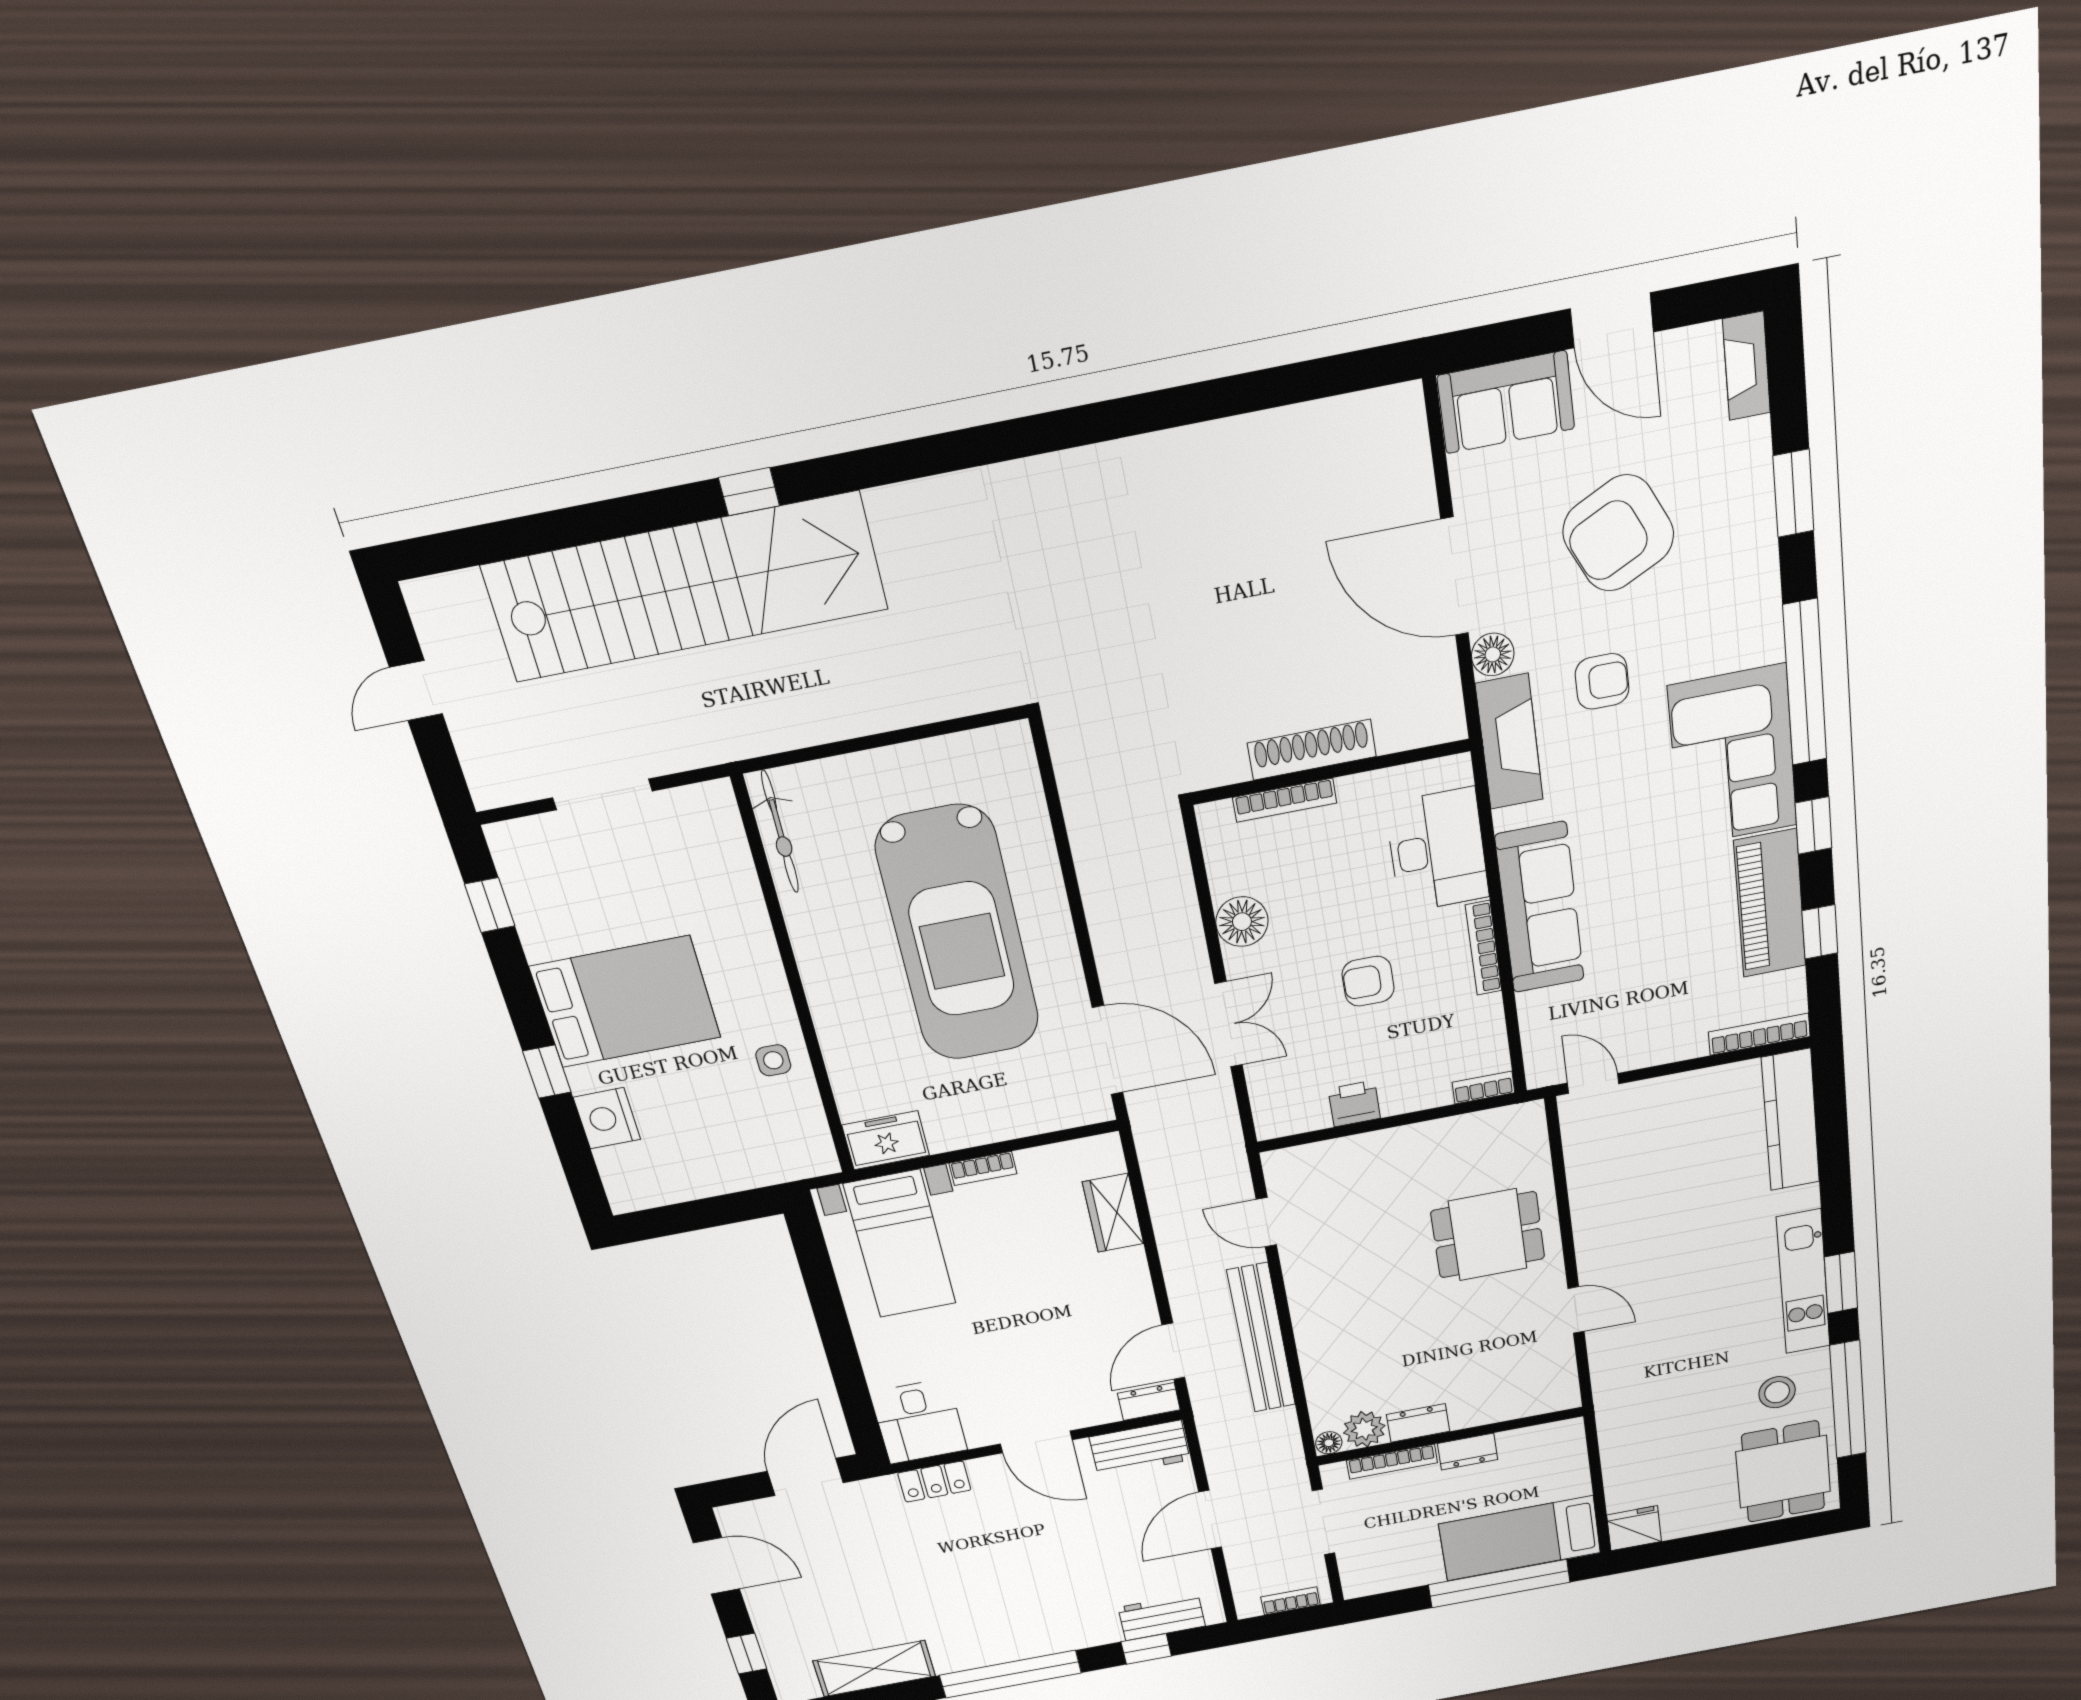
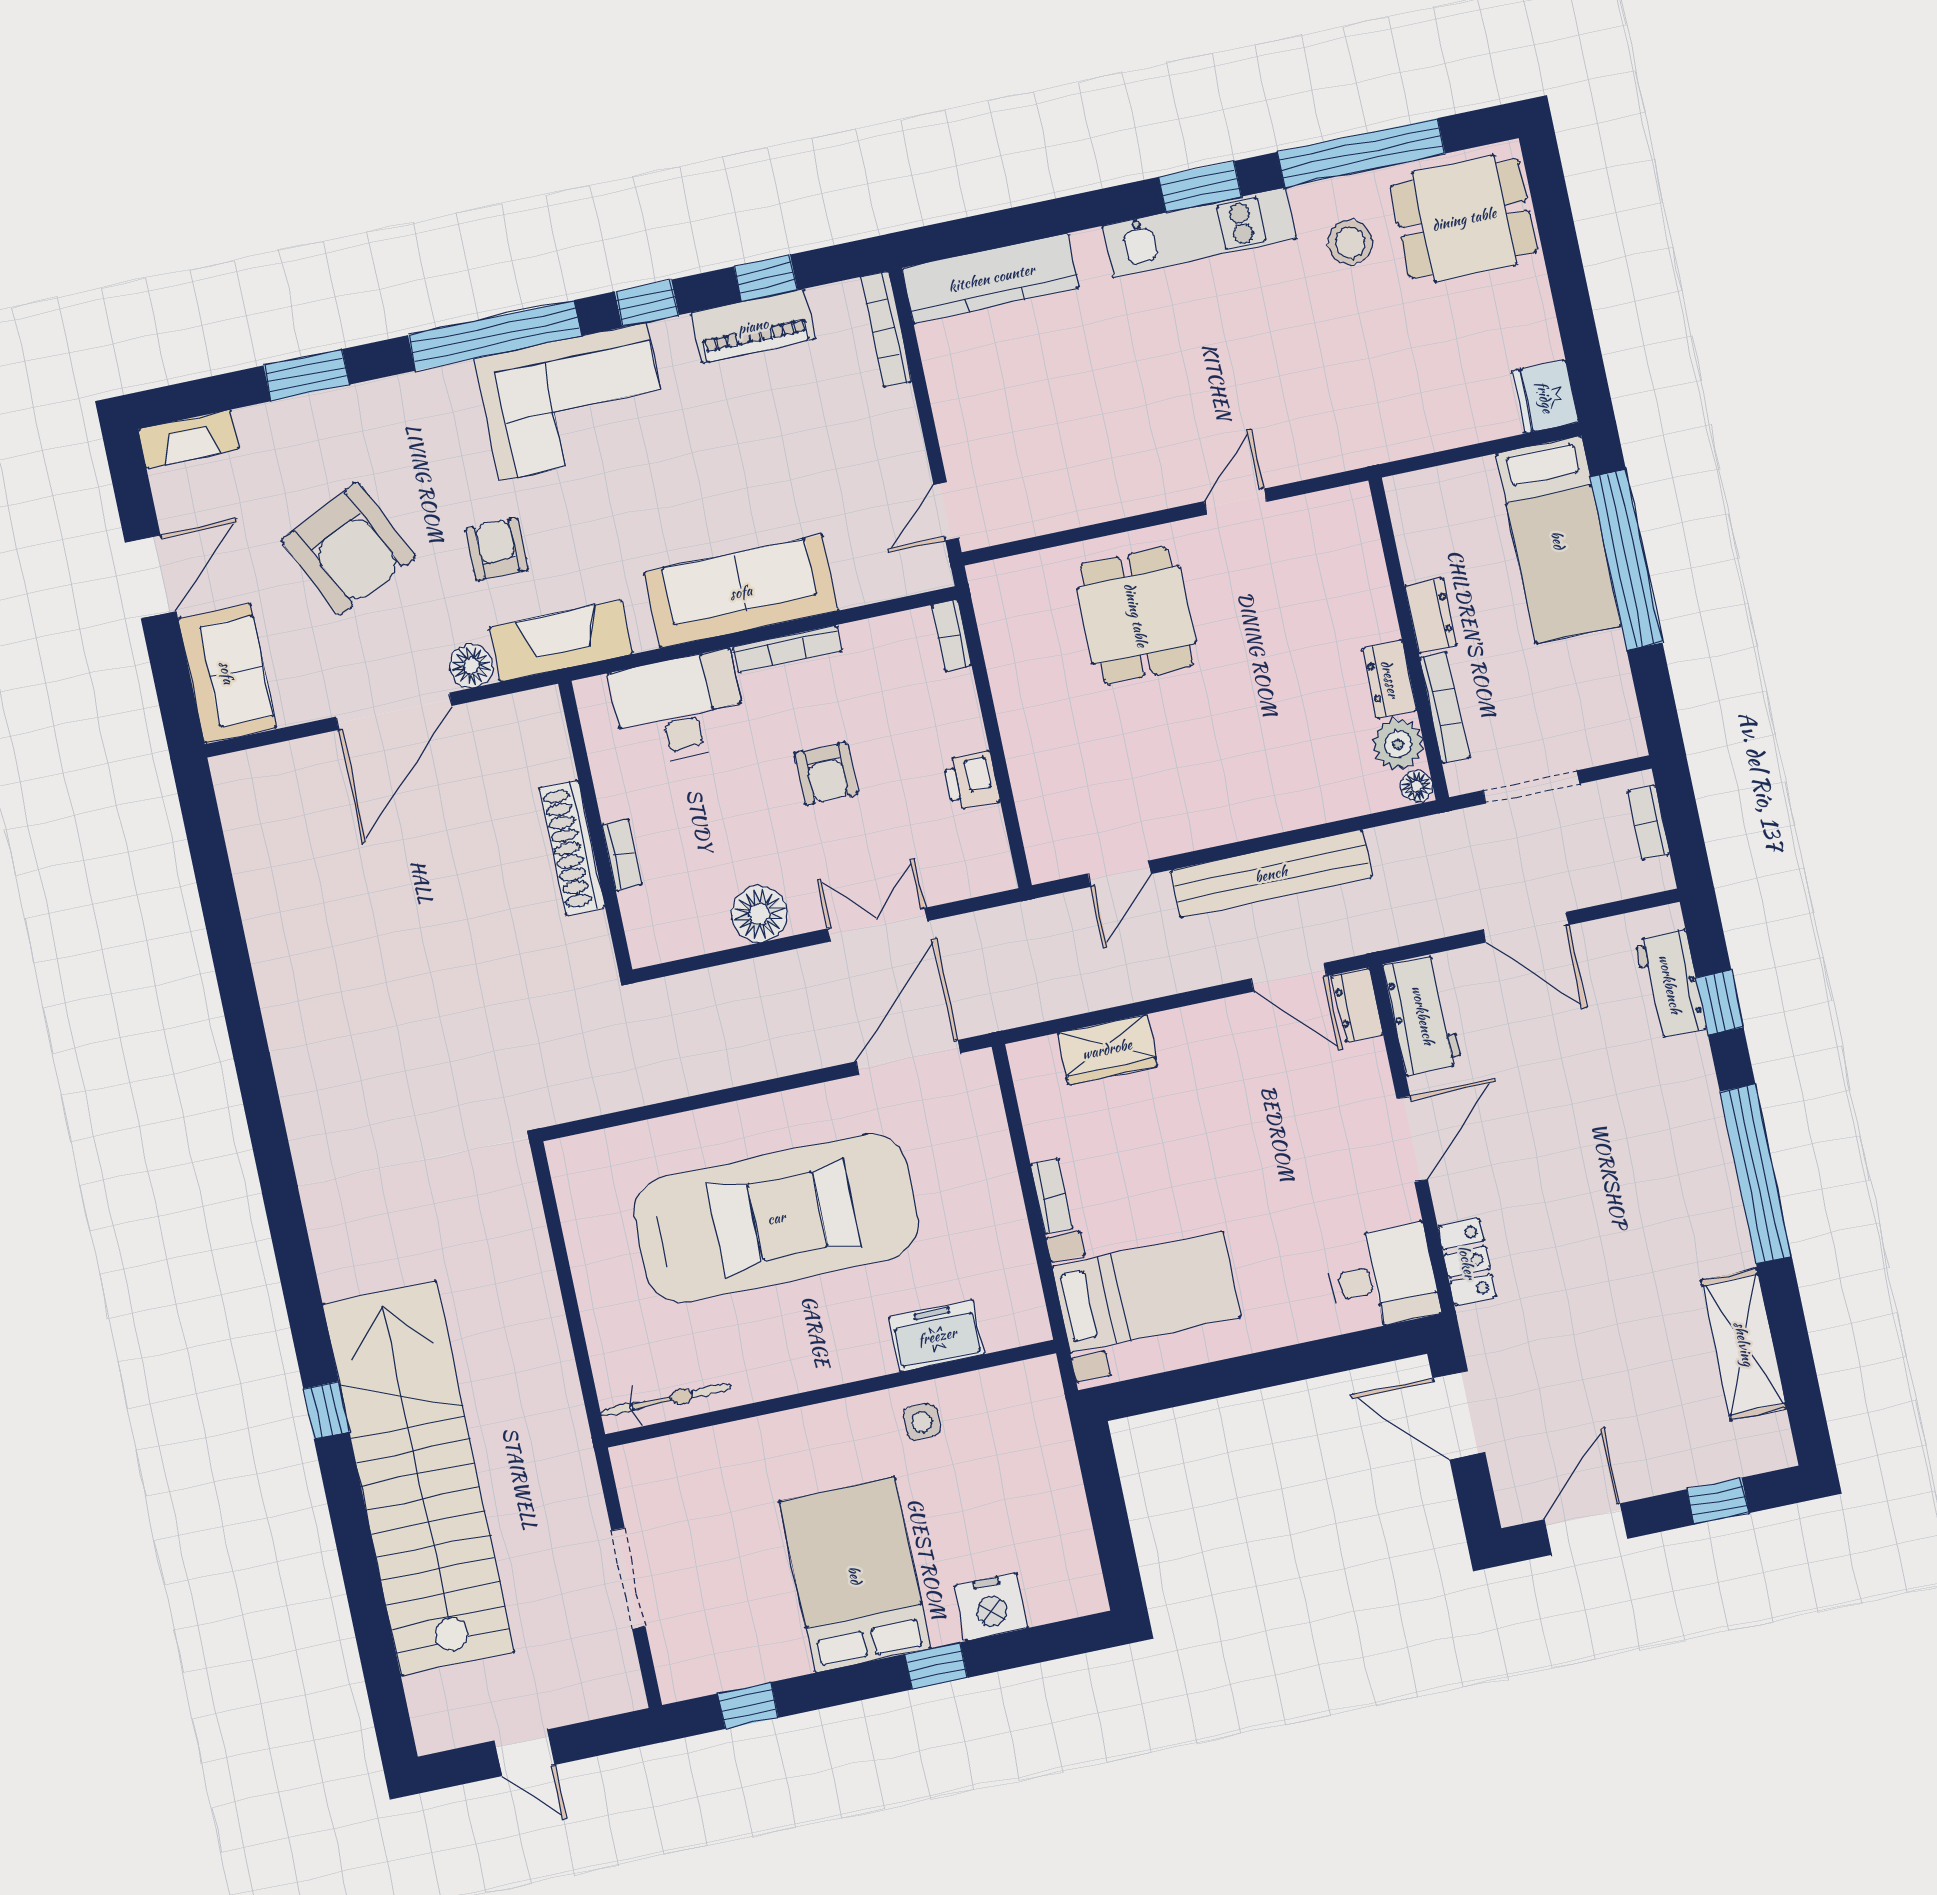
bookcase: (1285, 800) -> (622, 855), width x0.64
piano: (1770, 904) -> (753, 326), width x0.73, depth x0.75
freezer: (886, 1140) -> (937, 1336), moved, turned 90

